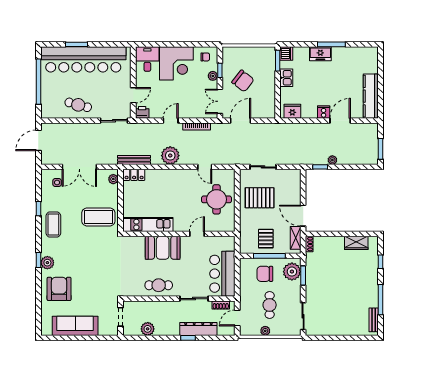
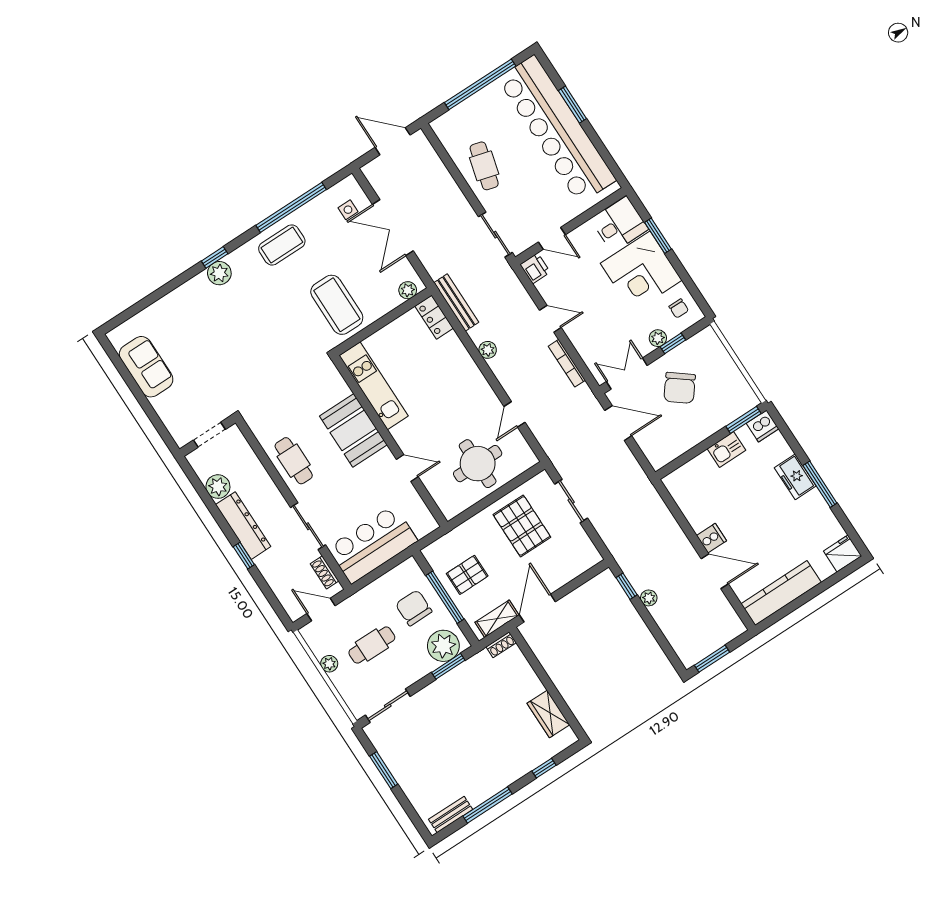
window: (165, 44) -> (658, 236), added
fridge: (292, 111) -> (843, 553), moved, turned -90
plant: (170, 156) -> (488, 350), width x0.53, depth x0.53
window: (38, 209) -> (291, 207), width x3.17
armchair: (59, 289) -> (192, 316), removed
sofa: (75, 326) -> (146, 367), width x0.73
dresser: (198, 329) -> (243, 526), moved
window: (332, 338) -> (384, 770), added

